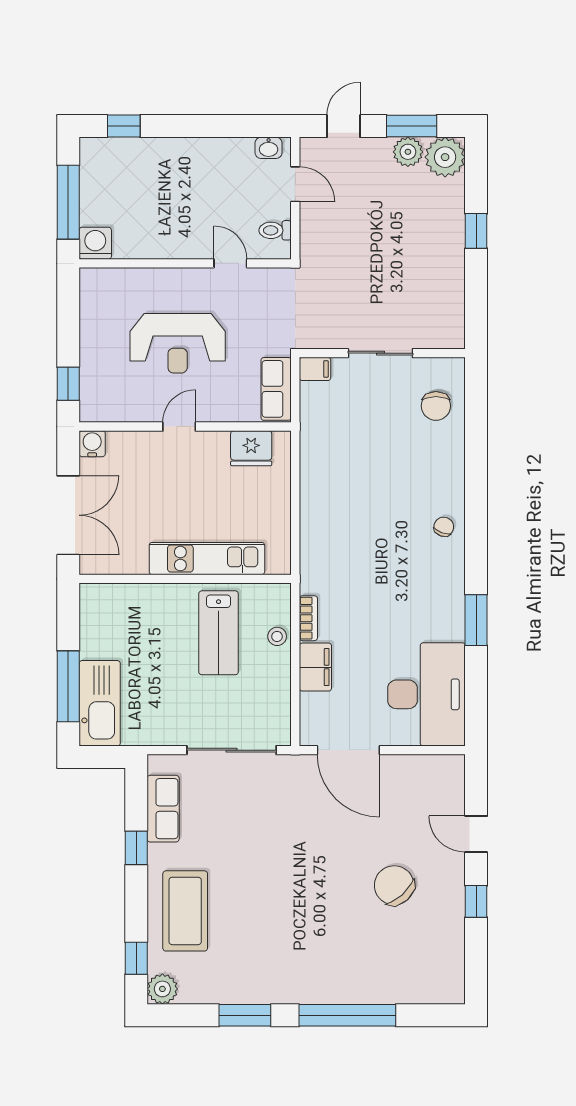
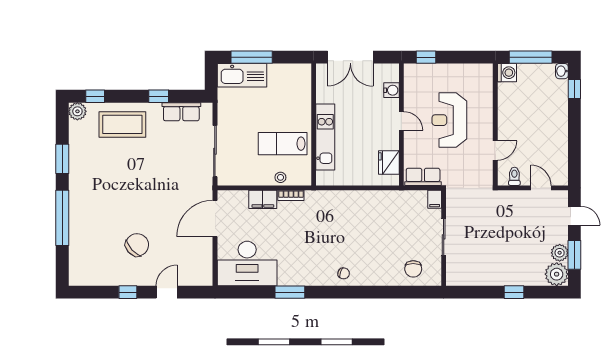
washbasin: (269, 148) -> (562, 71), moved
door: (295, 184) -> (541, 188), swing flipped
chair: (436, 406) -> (413, 269), turned -90
water cooler: (92, 444) -> (391, 90), moved

